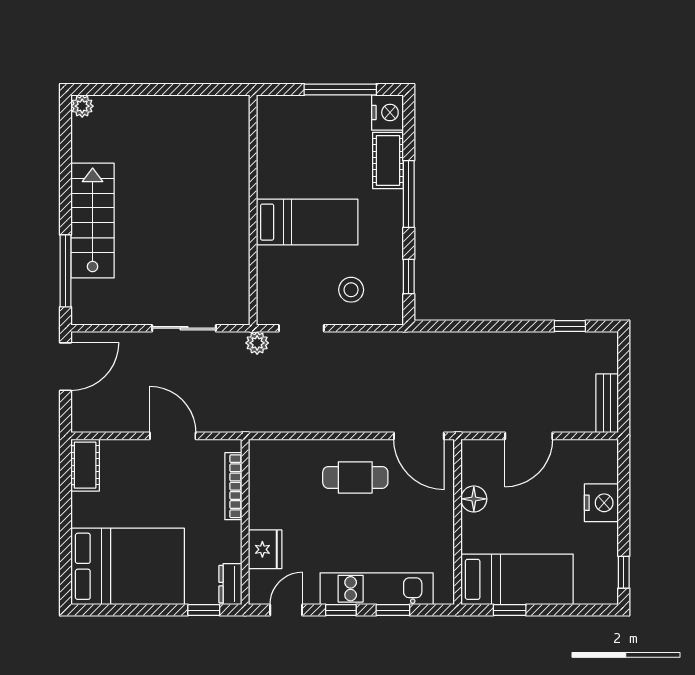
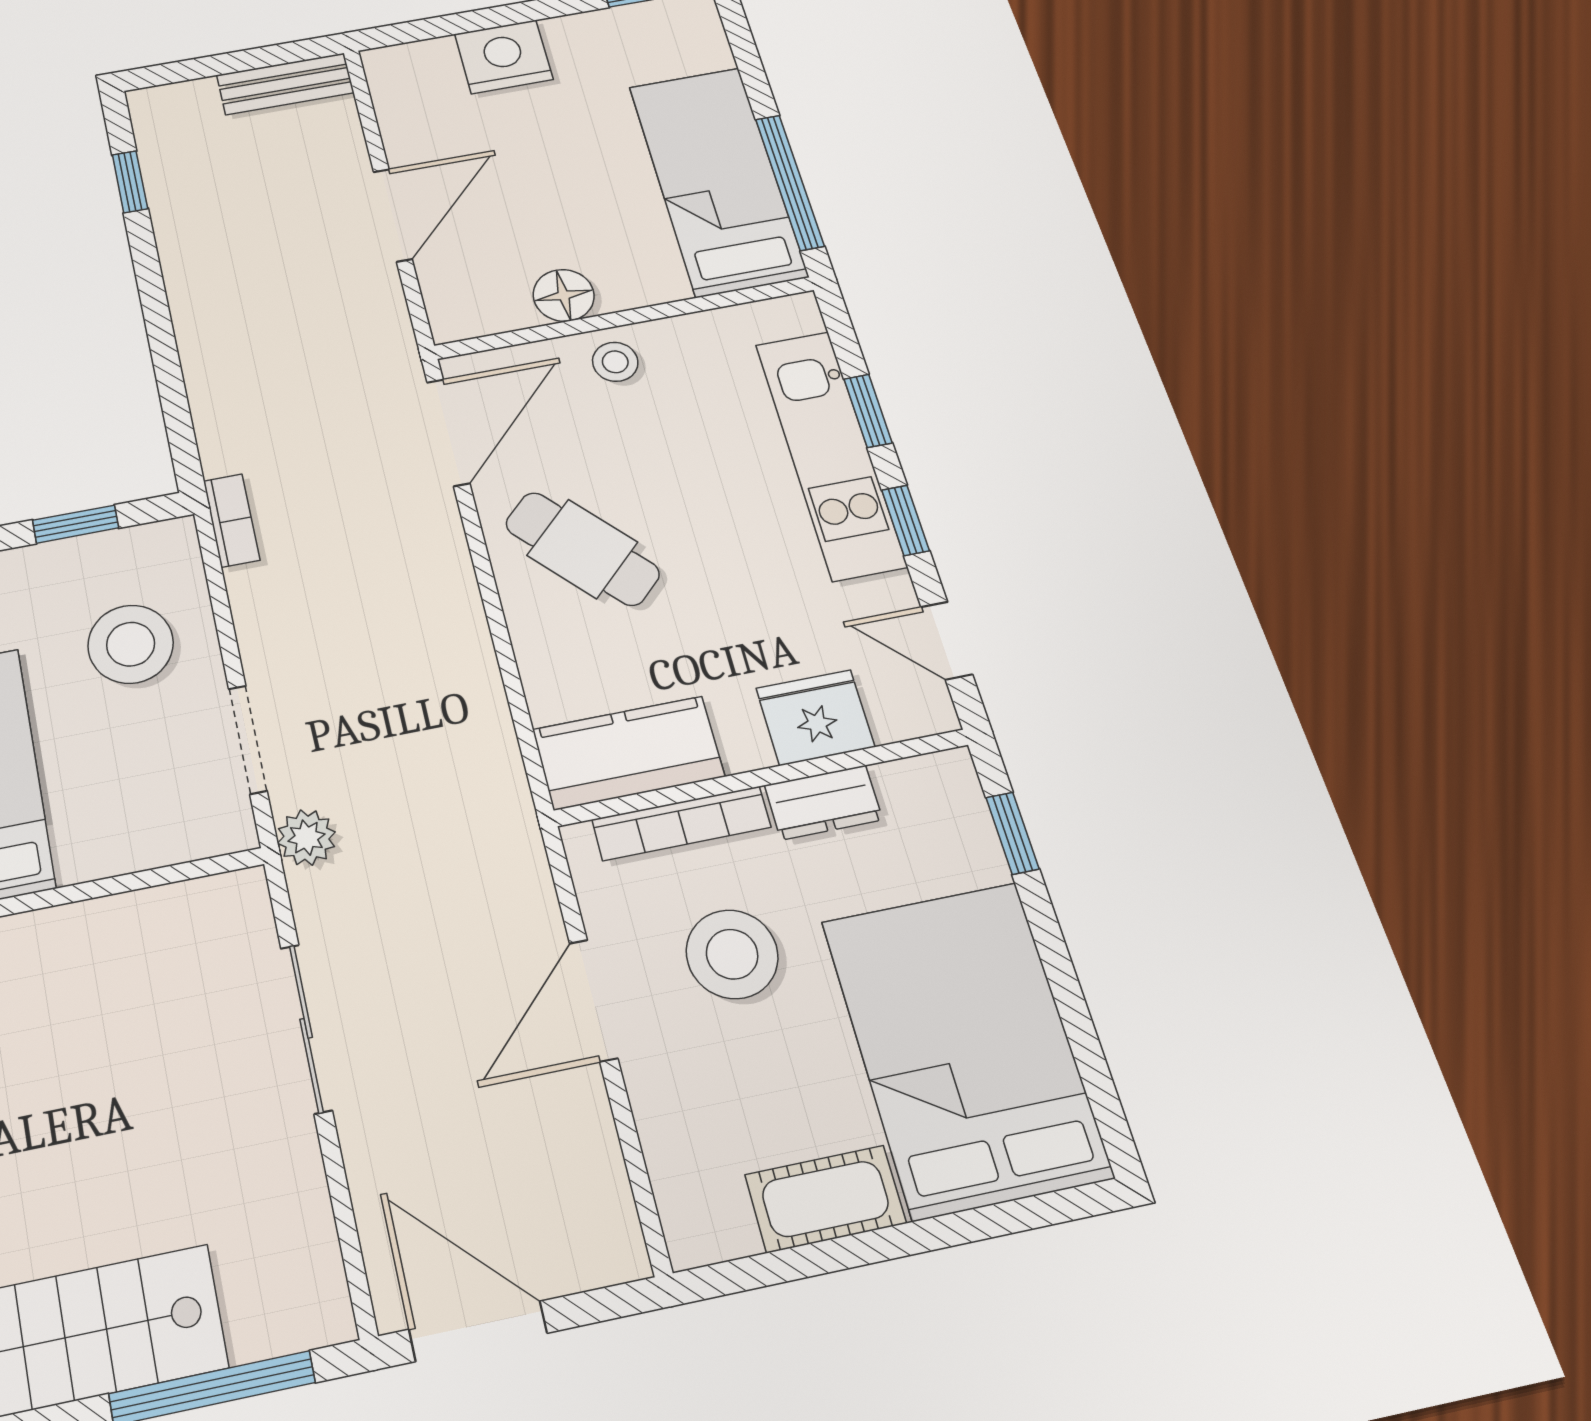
stool: (351, 290) -> (131, 644), width x1.38, depth x1.38
bookcase: (397, 340) -> (232, 520), added
door: (529, 436) -> (393, 215), hinge flipped
cot: (85, 465) -> (825, 1199), moved
kitchen counter: (266, 473) -> (628, 753), added
cafe table: (355, 477) -> (582, 549), turned -43
stool: (179, 491) -> (732, 954), added
stool: (437, 512) -> (615, 362), added
dresser: (230, 584) -> (823, 803), moved
window: (510, 610) -> (790, 182), width x2.17

